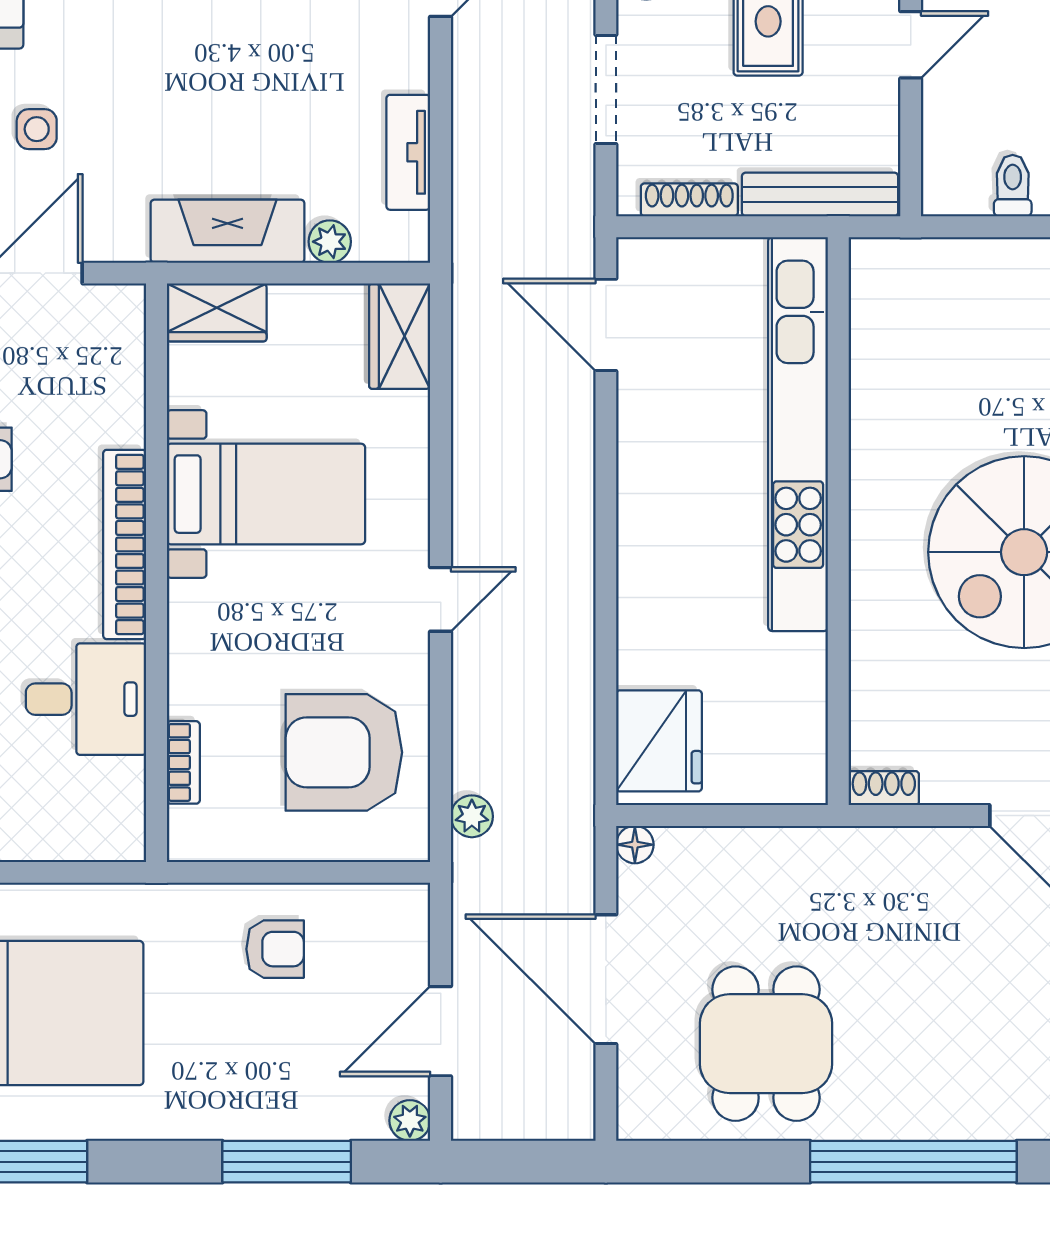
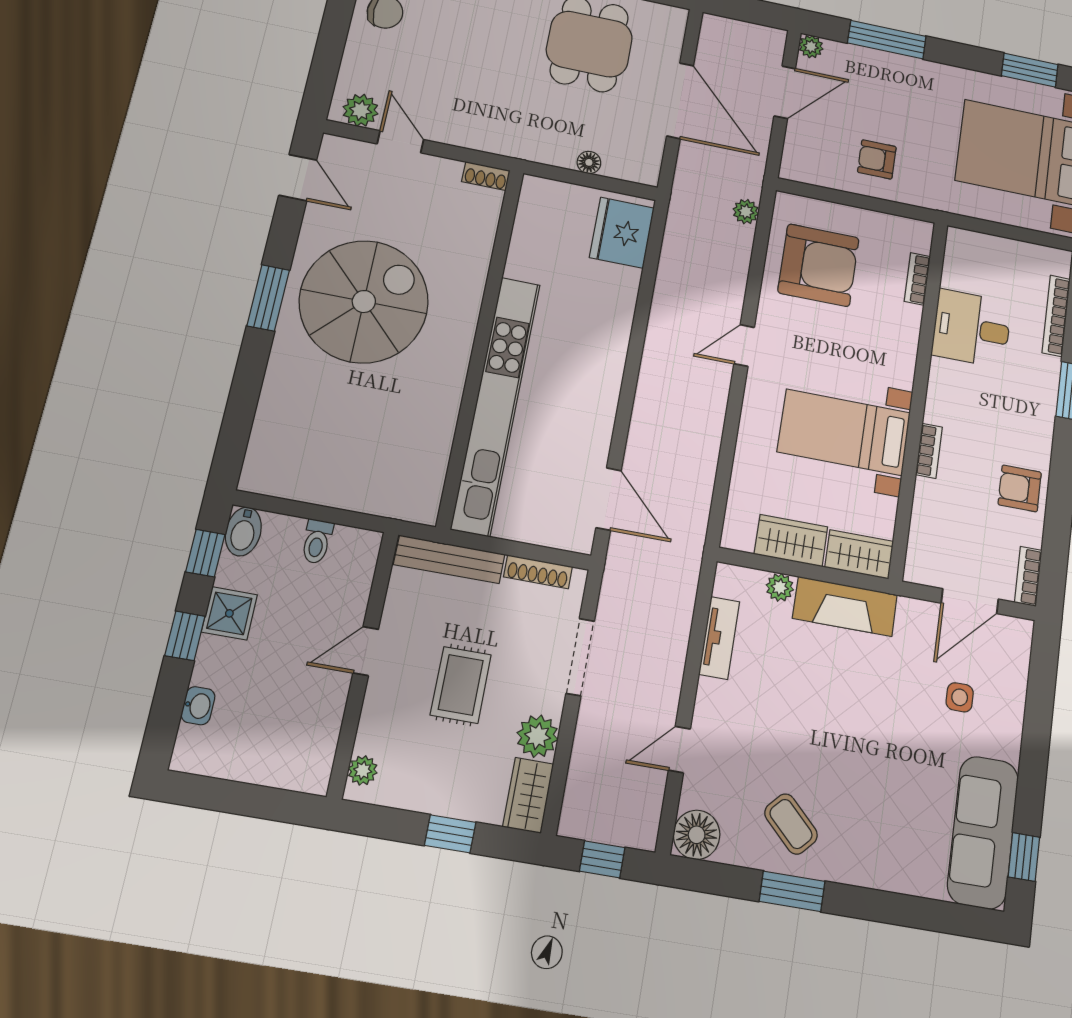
wardrobe: (400, 336) -> (791, 540), moved, turned -90
bookcase: (125, 544) -> (929, 451), width x0.43, depth x0.76
floor lamp: (635, 845) -> (589, 162), moved

